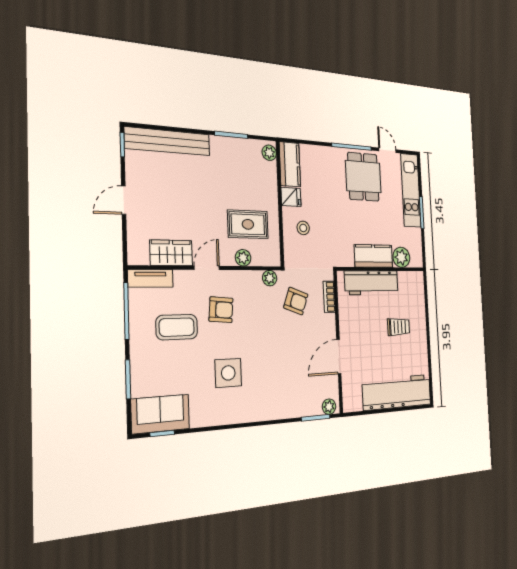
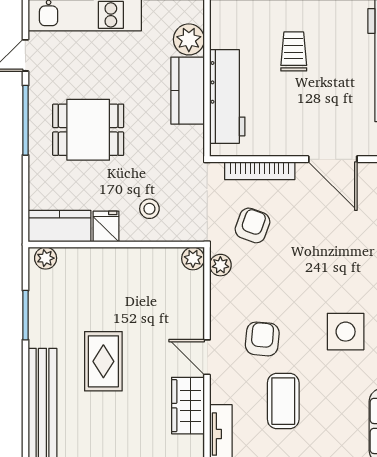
dining table: (363, 177) -> (88, 130), moved
rug: (248, 224) -> (103, 361), moved
plant: (243, 258) -> (193, 259), moved
bookcase: (329, 297) -> (260, 171), width x1.56

